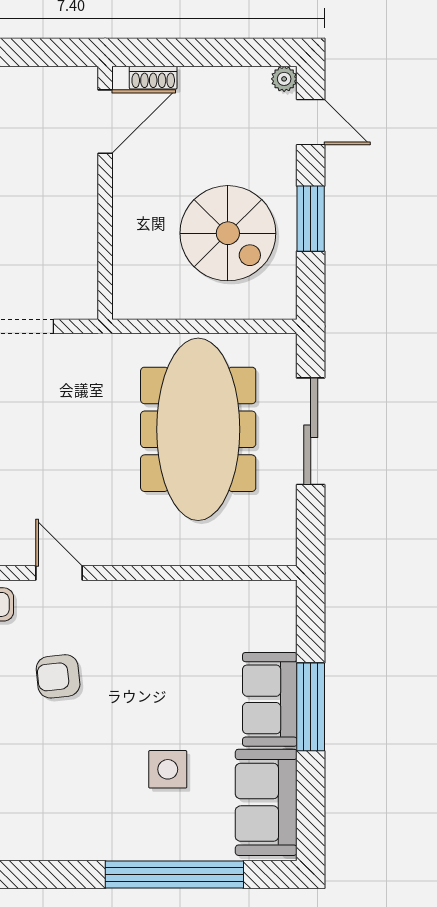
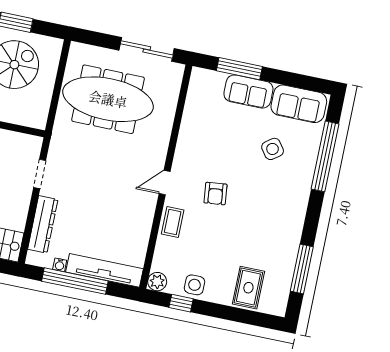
sliding door: (311, 431) -> (147, 49), moved
window: (311, 707) -> (239, 69), moved
side table: (168, 769) -> (273, 149), turned -36

